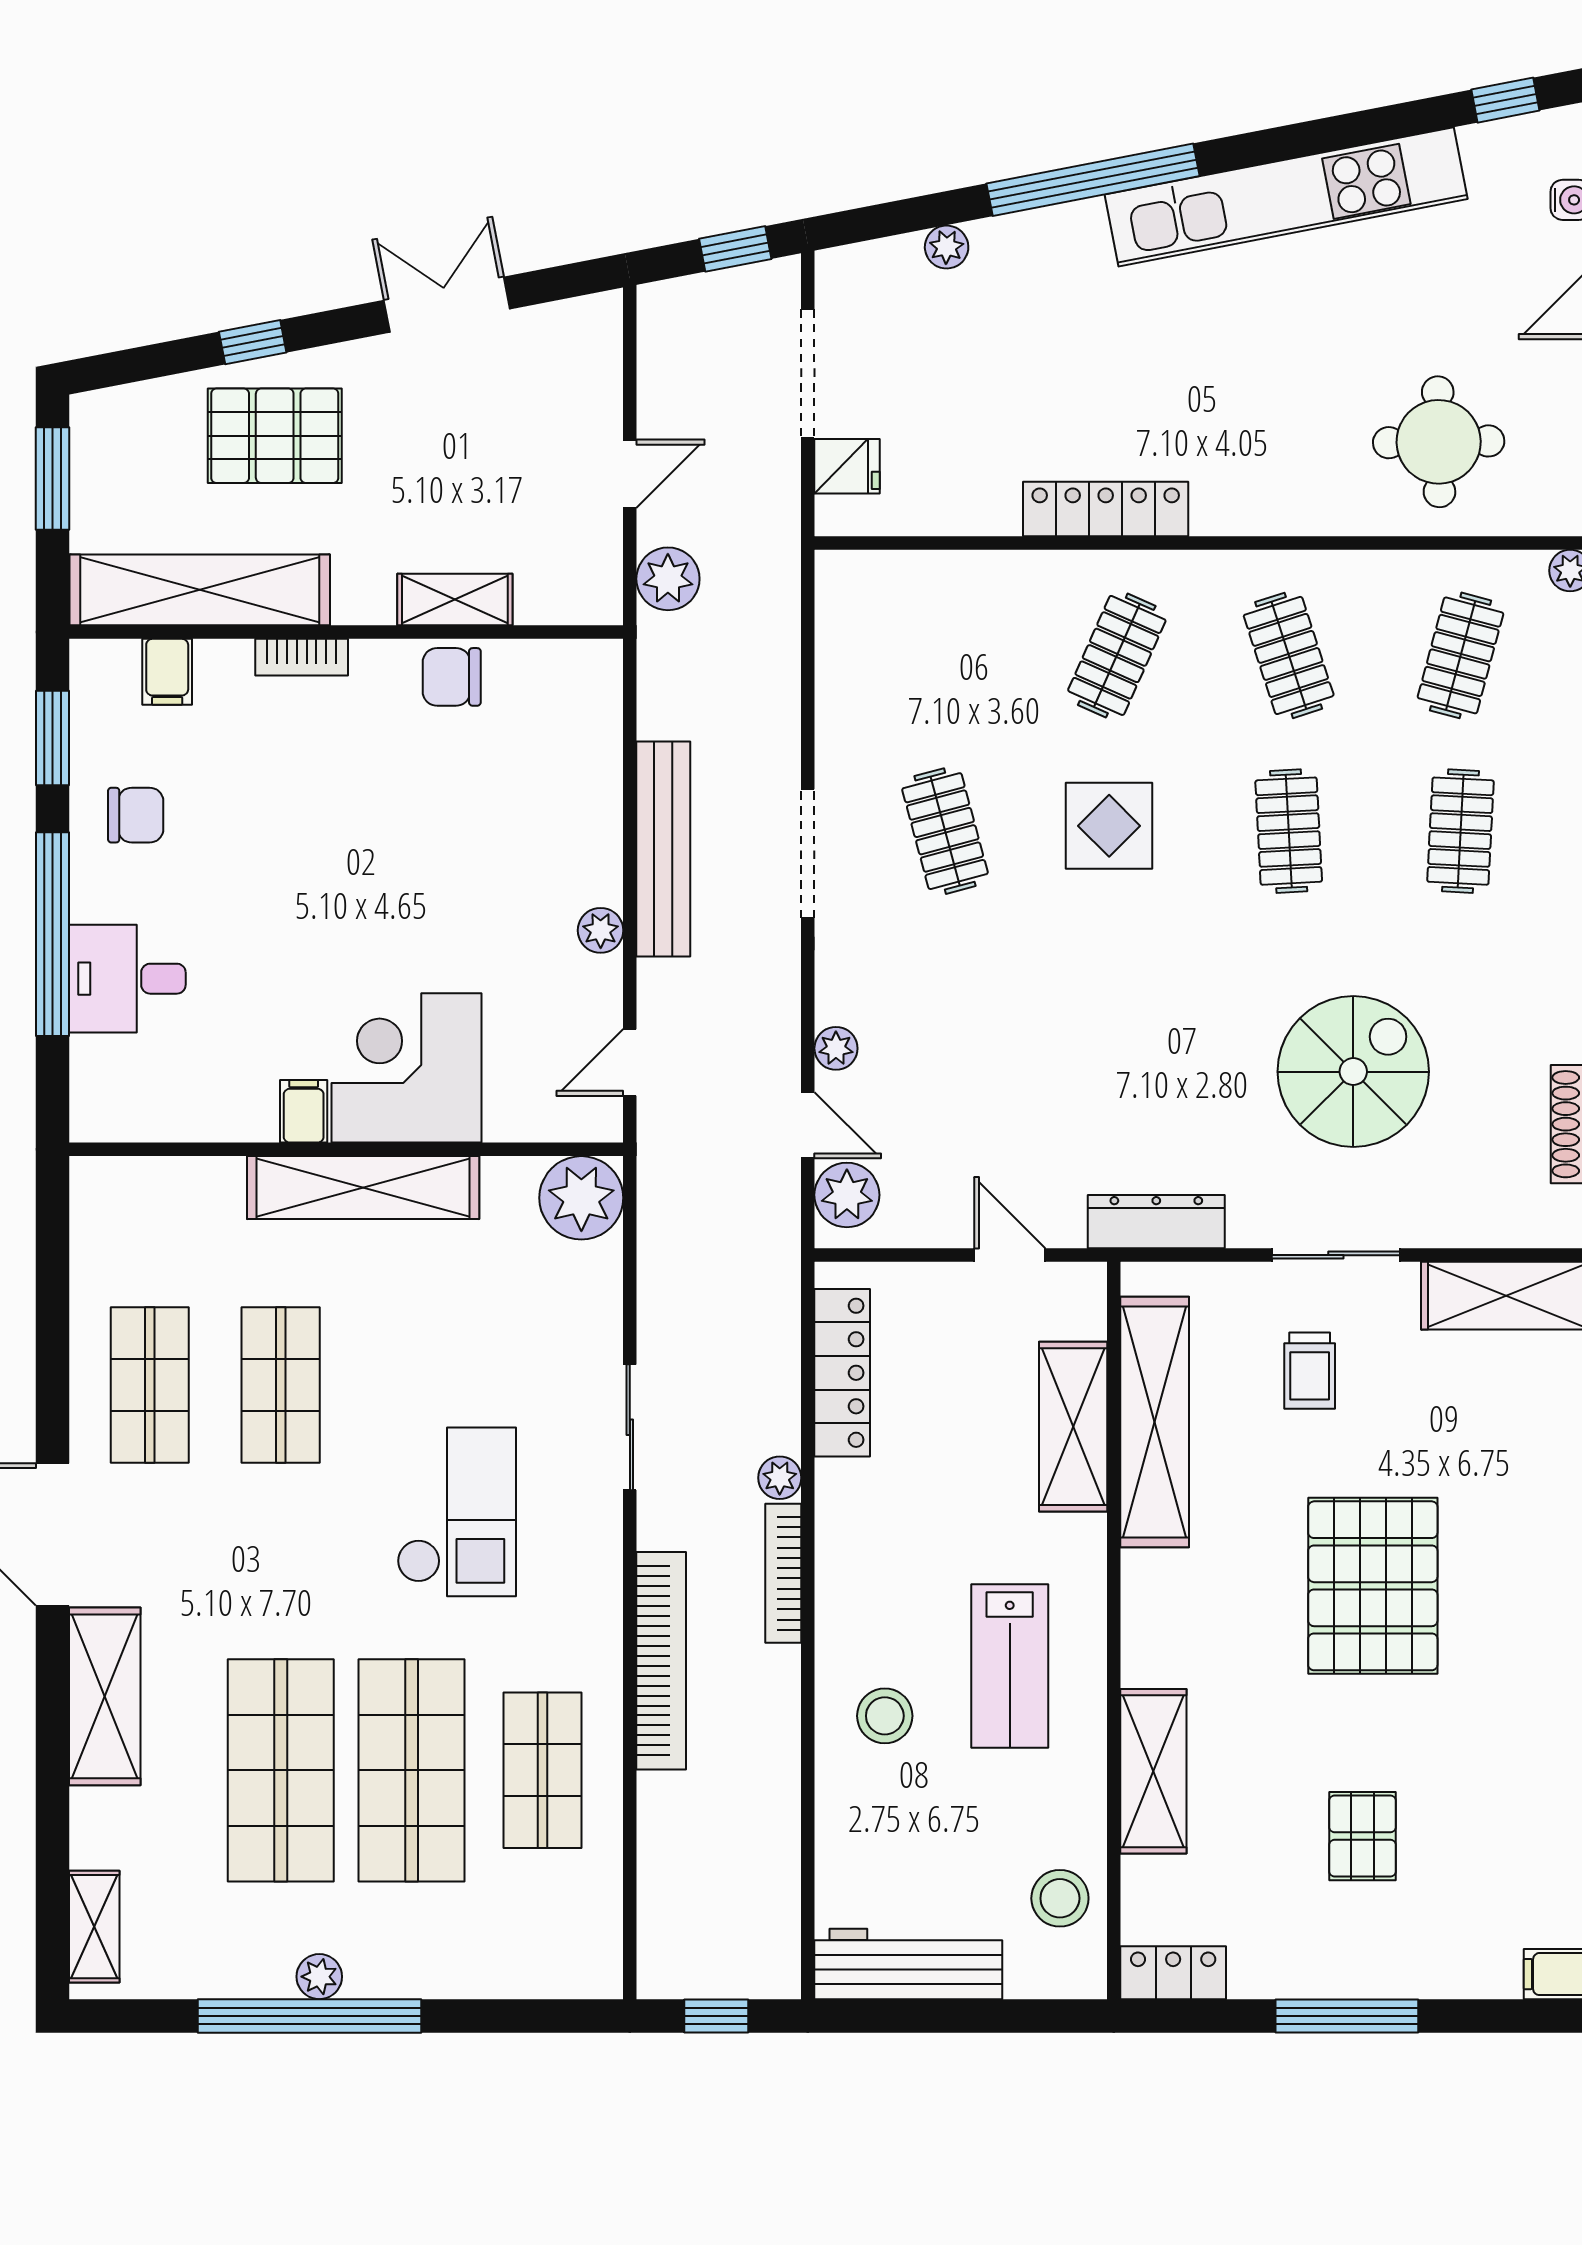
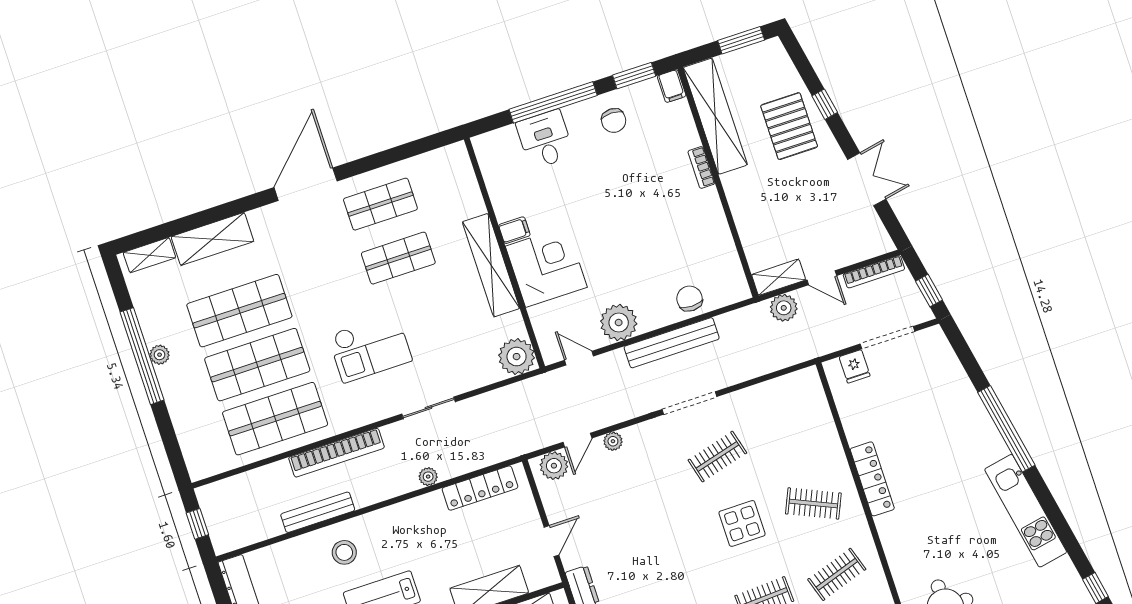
kitchen unit: (1286, 197) -> (1026, 511), width x0.73
plant: (947, 247) -> (959, 378), removed
shelving: (455, 599) -> (779, 277), moved, turned 90
filing cabinet: (167, 672) -> (672, 86), moved, turned -90
chair: (452, 677) -> (690, 299), moved
plant: (601, 930) -> (619, 323), width x1.87, depth x1.87
bookcase: (783, 1573) -> (874, 272), moved, turned 180
shelving: (105, 1696) -> (212, 239), moved
bench: (778, 1745) -> (318, 512), added
shop shelf: (542, 1770) -> (275, 419), width x1.43, depth x1.36

